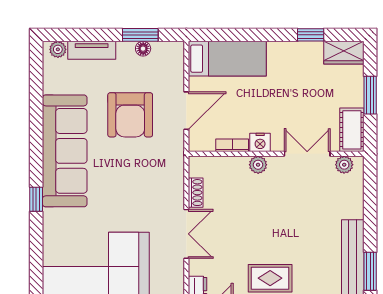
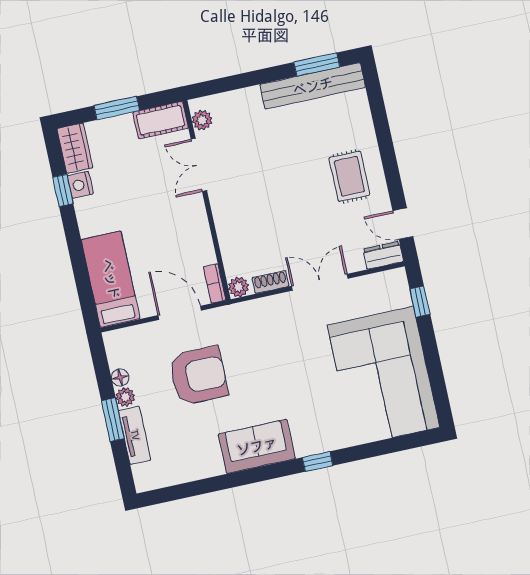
window: (140, 35) -> (113, 420), moved
plant: (58, 49) -> (125, 397), moved
nightstand: (260, 142) -> (80, 185), moved, turned 180
bookcase: (232, 145) -> (215, 283), moved
sofa: (65, 151) -> (257, 446), width x0.54, depth x0.79
plant: (258, 165) -> (238, 287), moved

